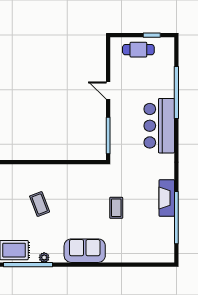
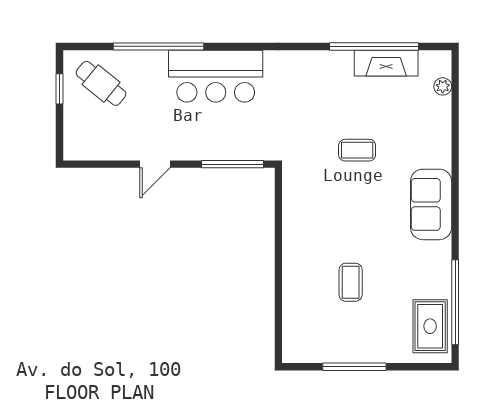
cafe table: (138, 50) -> (101, 83), moved, turned -51
fireplace: (167, 198) -> (386, 63), moved
coffee table: (40, 204) -> (351, 282), turned -69
plant: (44, 257) -> (443, 86), moved

